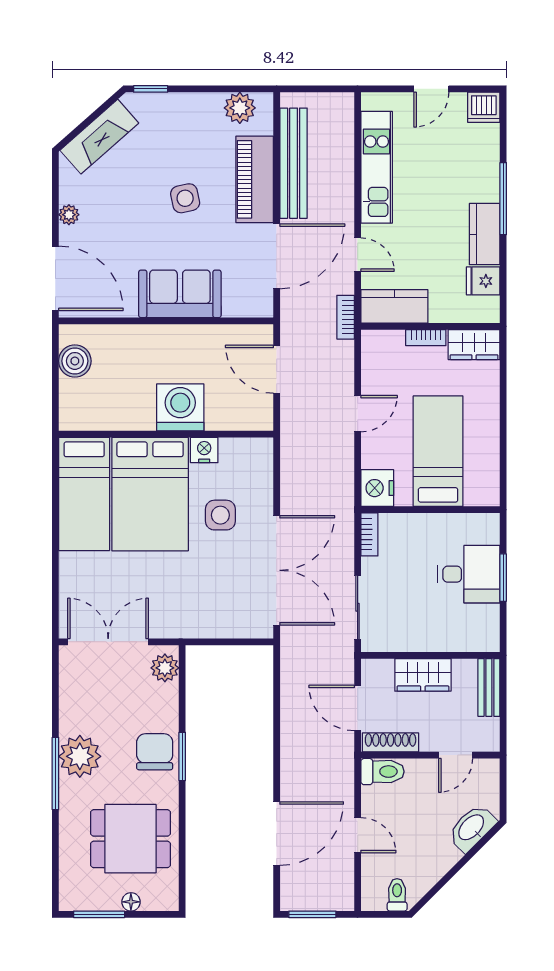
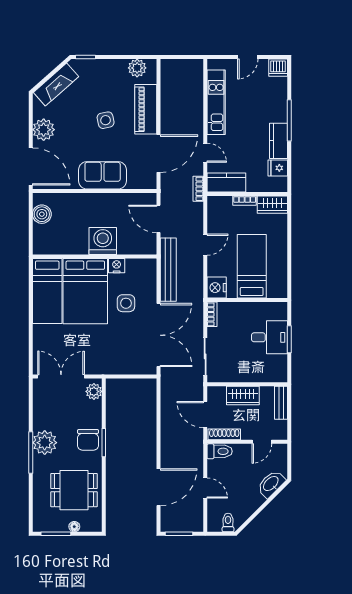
bench: (294, 163) -> (168, 270), moved
plant: (69, 215) -> (44, 130), width x1.88, depth x1.88
chair: (155, 752) -> (88, 440), turned 180

